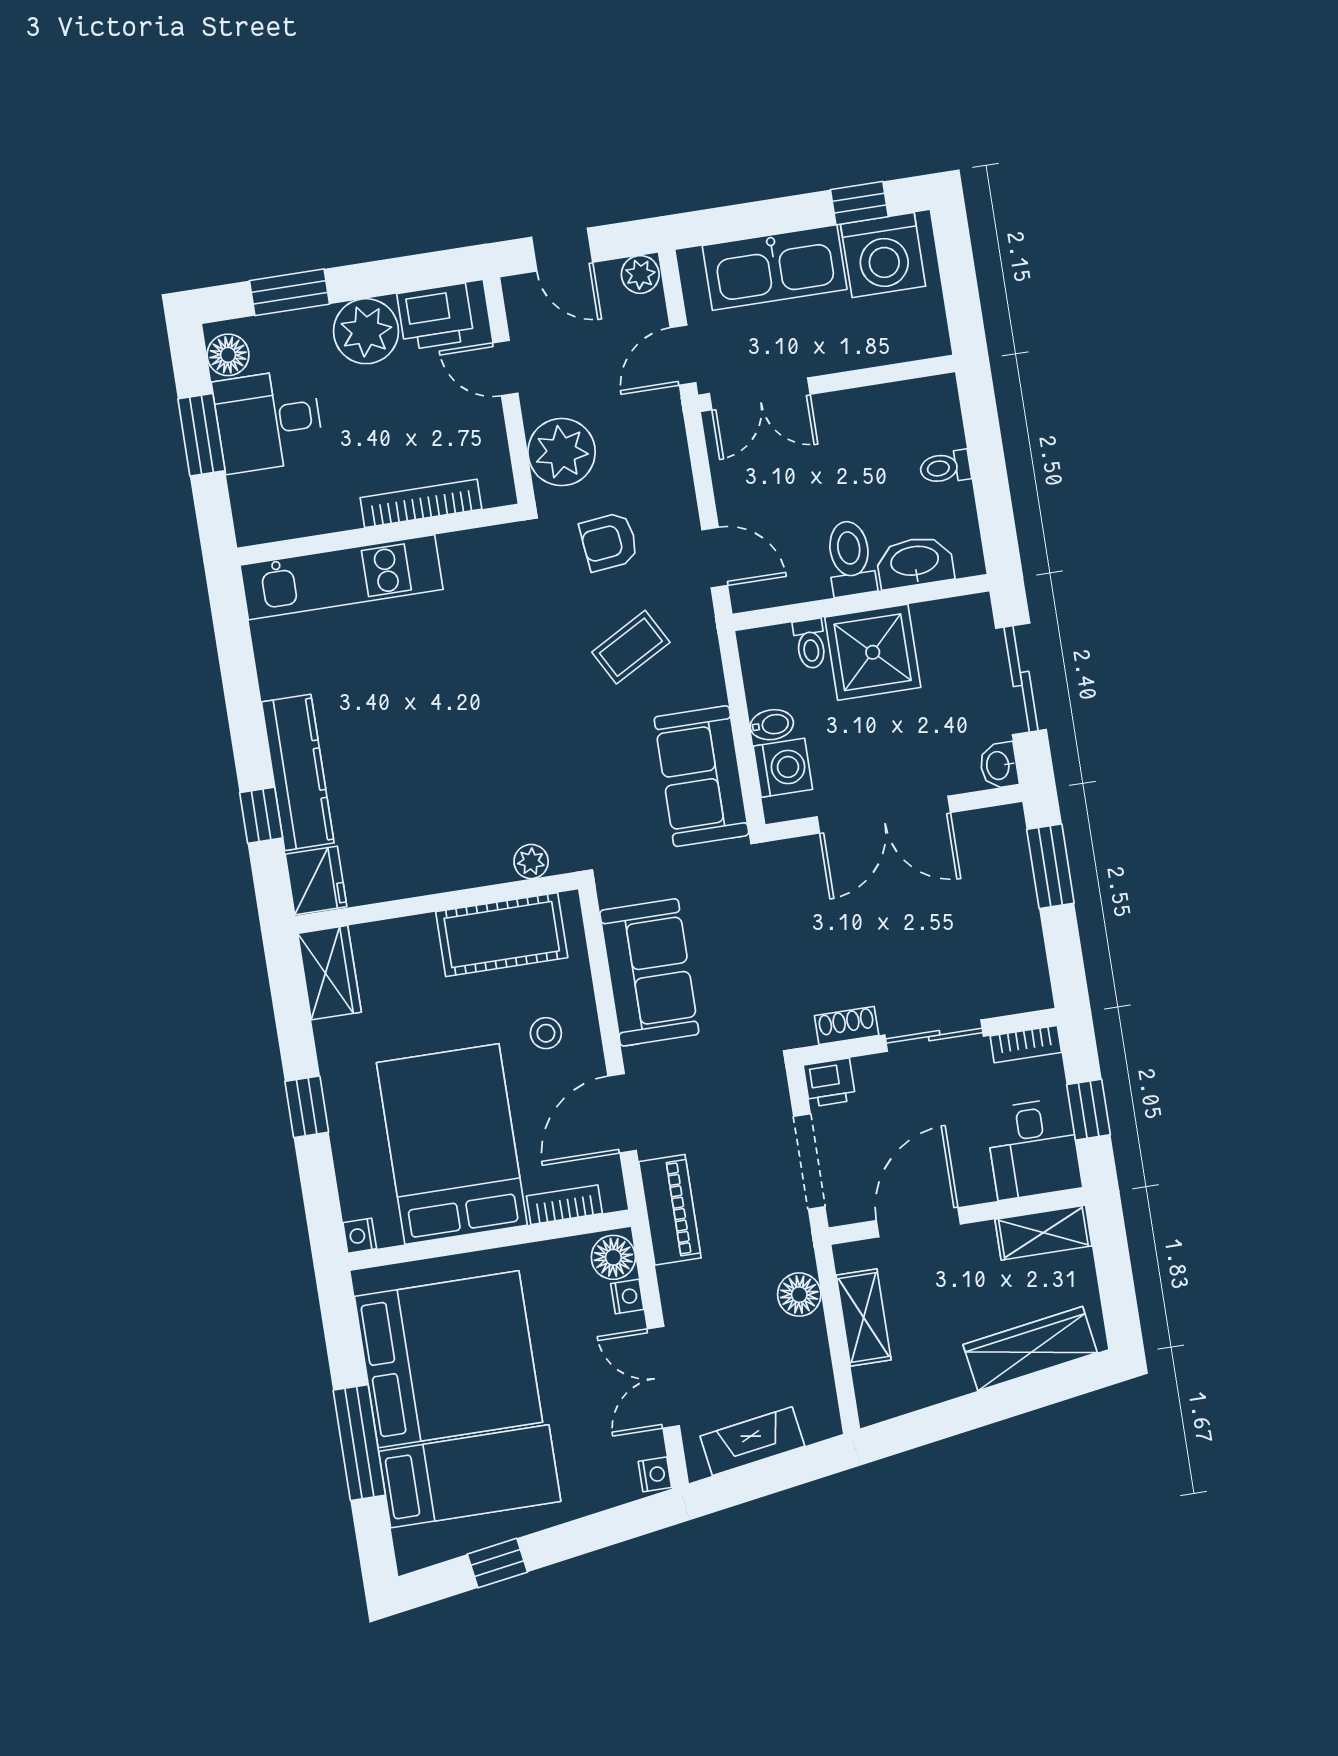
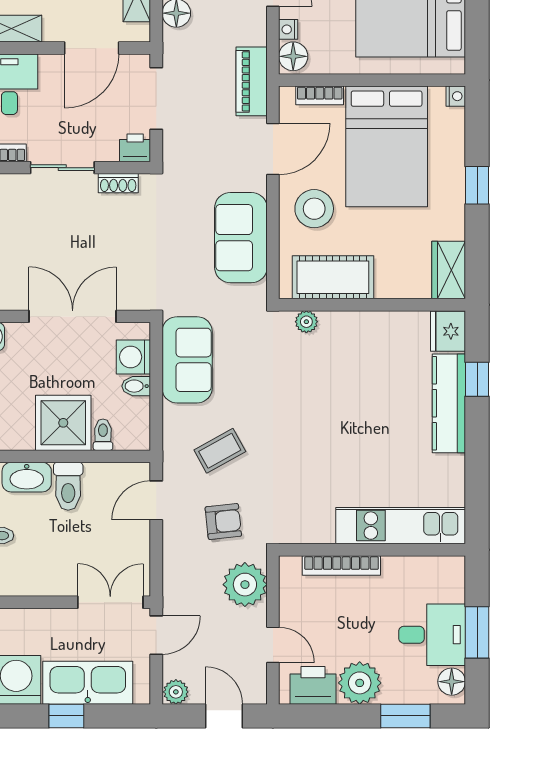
window: (859, 203) -> (66, 716), moved
door: (715, 558) -> (156, 500), hinge flipped
stool: (546, 1033) -> (314, 209), width x1.89, depth x1.89

